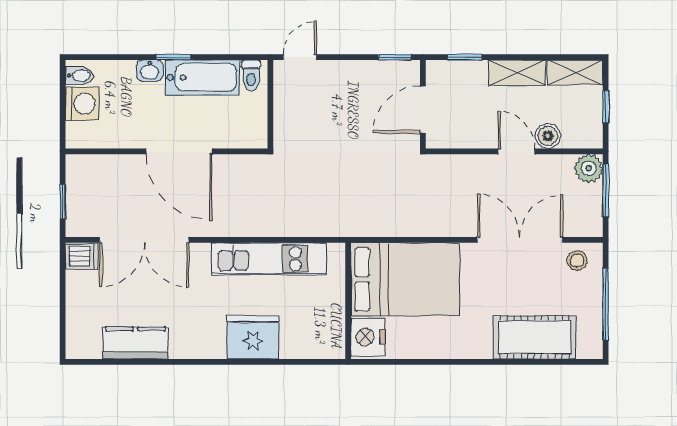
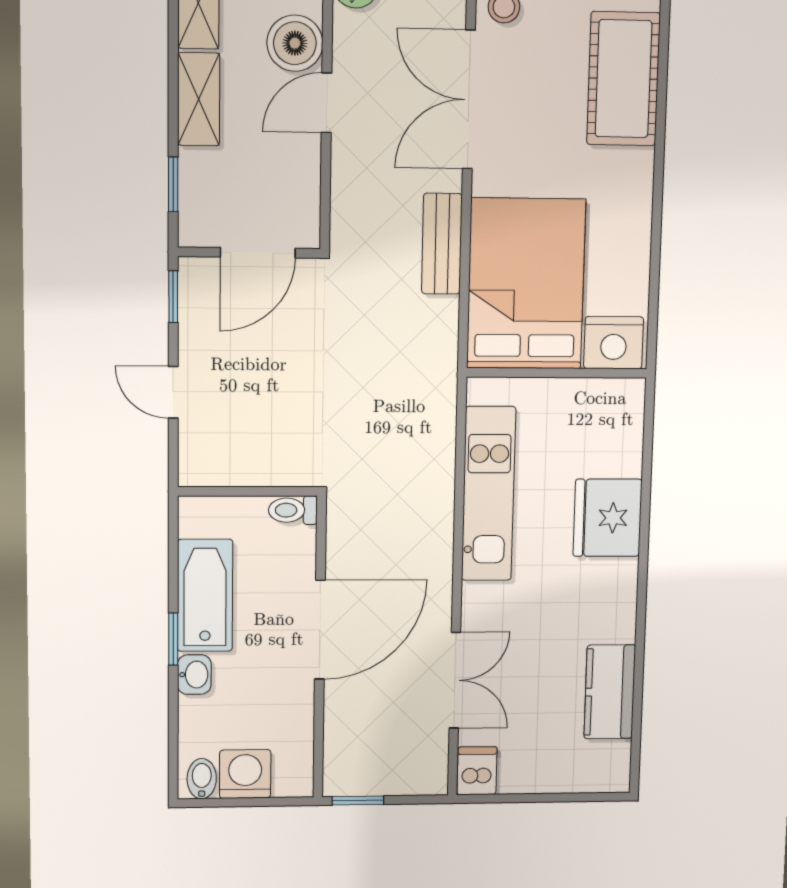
door: (300, 57) -> (173, 392), moved
toilet: (251, 75) -> (293, 510), moved, turned 180
door: (423, 110) -> (258, 253), hinge flipped
boiler: (548, 136) -> (295, 43), width x1.36, depth x1.36
window: (63, 202) -> (358, 801), moved
bench: (430, 225) -> (442, 244), added
double door: (144, 240) -> (455, 680), width x0.73

